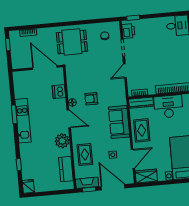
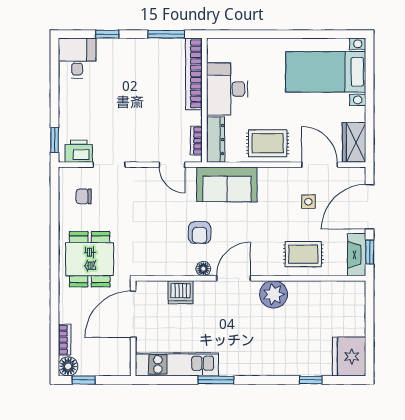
floor lamp: (14, 36) -> (68, 366), added
door: (125, 71) -> (172, 165), moved
kitchen unit: (23, 121) -> (177, 364), moved
sofa: (119, 122) -> (227, 184), moved
kitchen counter: (66, 169) -> (327, 292), removed
fridge: (28, 186) -> (349, 356), width x1.88, depth x1.34

